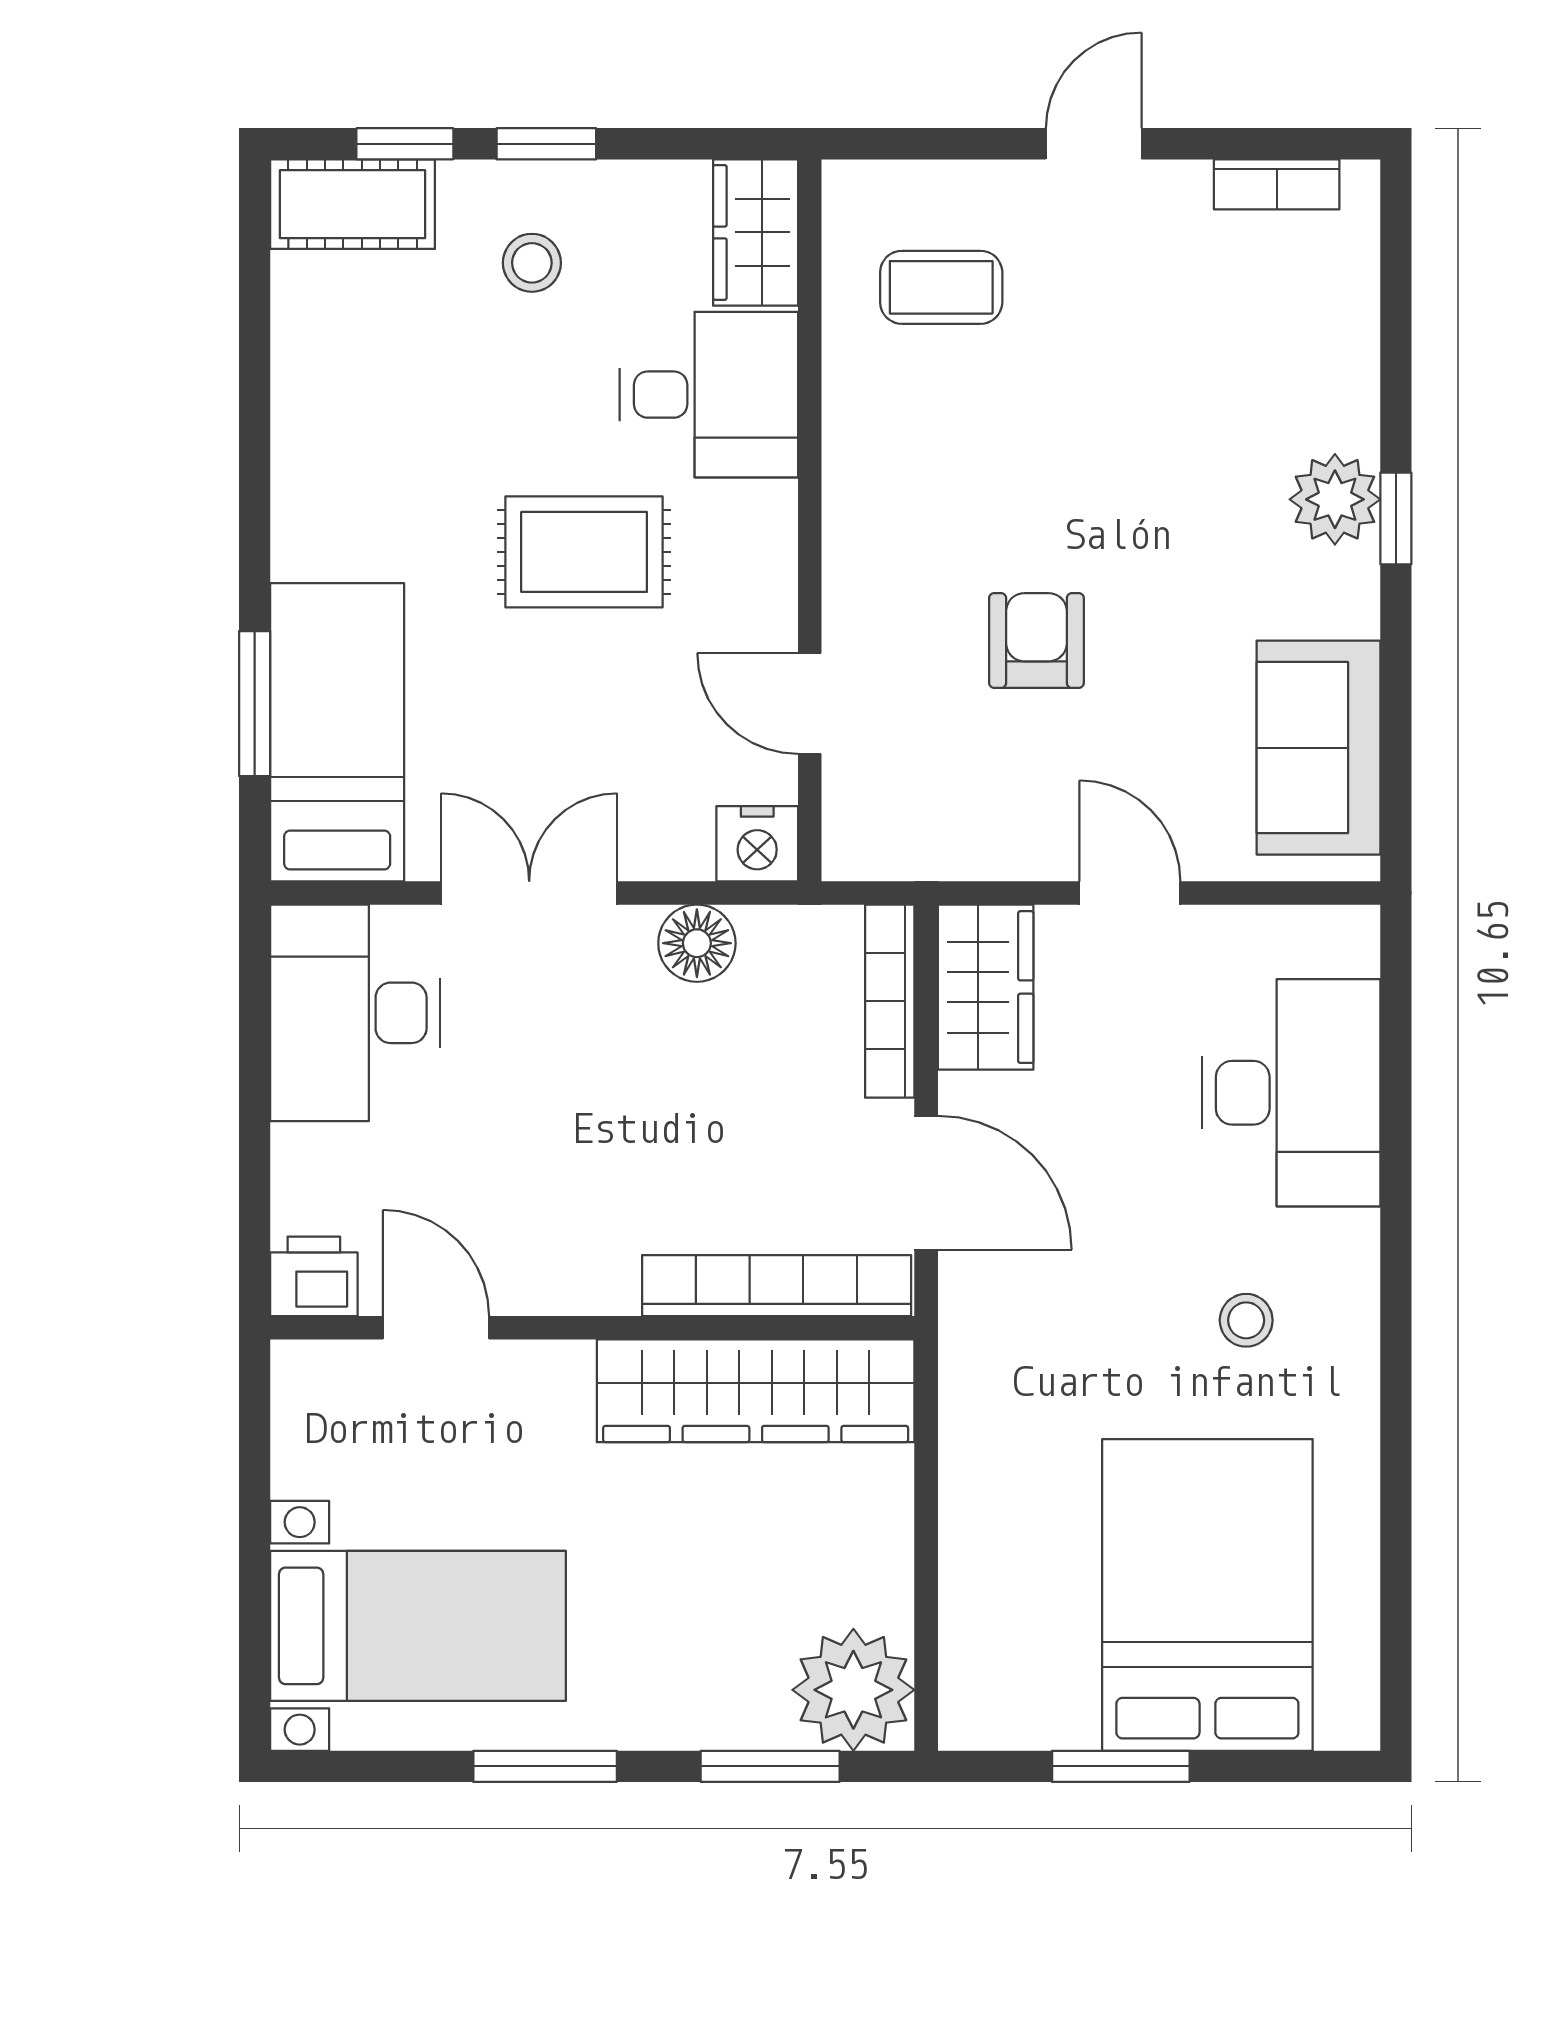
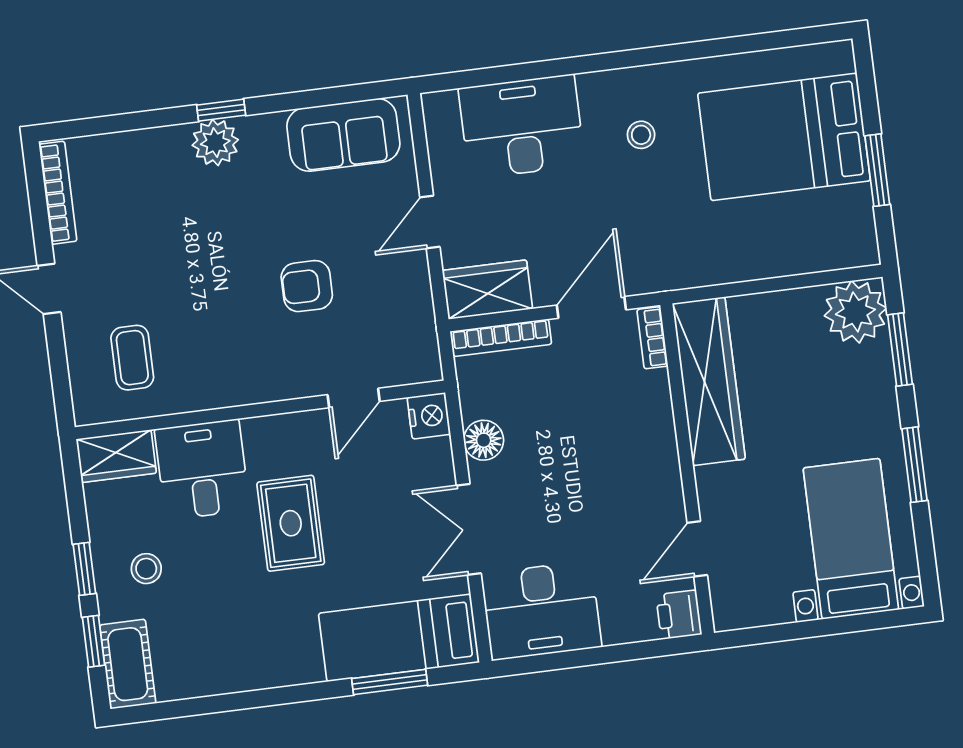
bookcase: (1277, 184) -> (58, 193), width x1.56
bookcase: (777, 1286) -> (652, 338), width x0.43, depth x0.76

